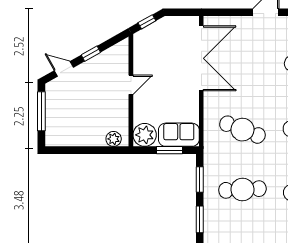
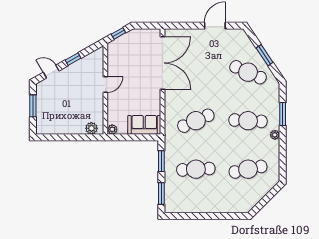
window: (41, 111) -> (33, 106), width x0.69
cafe table: (242, 130) -> (196, 121), turned -45
plant: (145, 135) -> (112, 129), width x0.53, depth x0.53
window: (169, 150) -> (137, 137), removed

